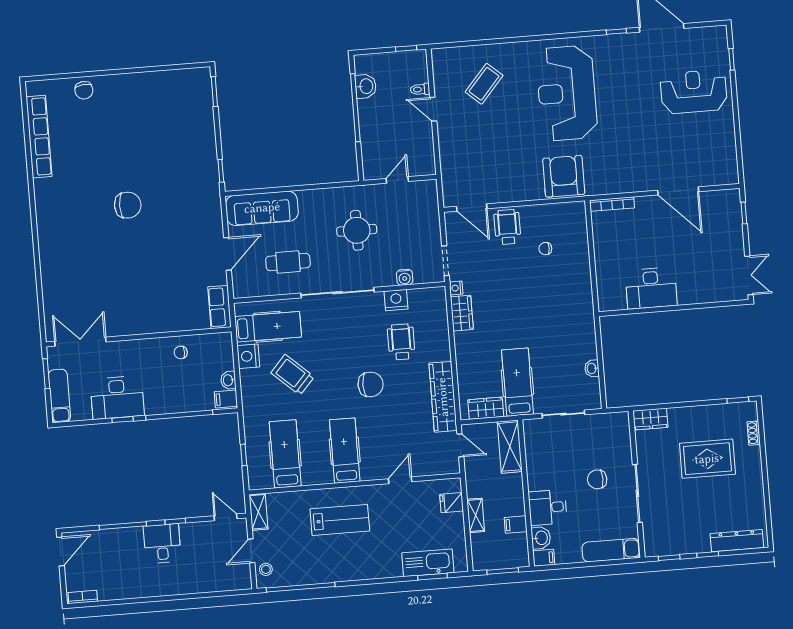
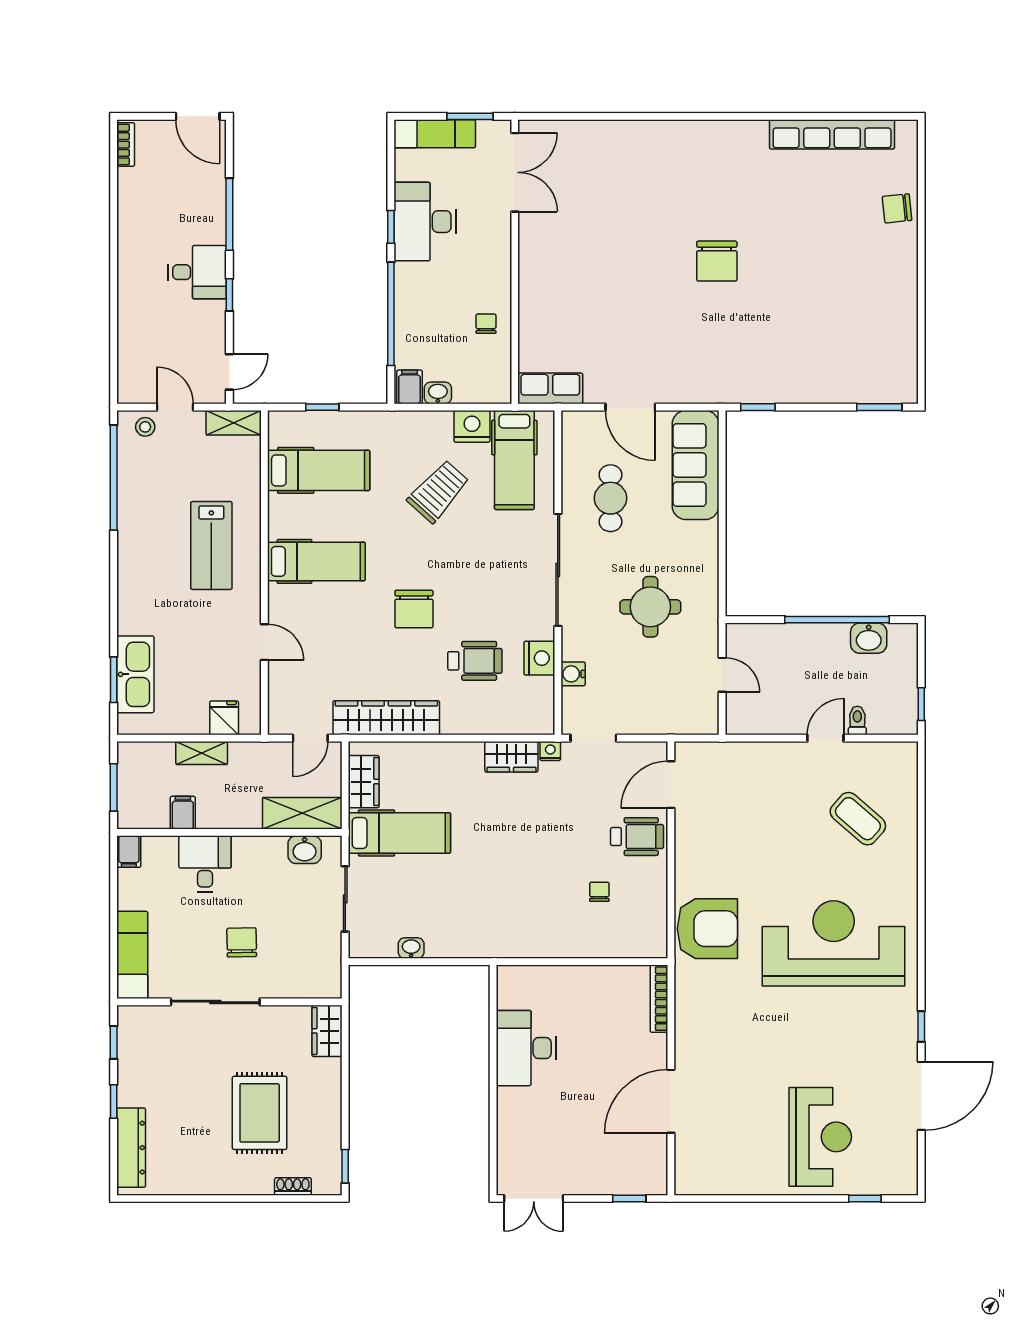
washbasin: (541, 538) -> (305, 850), moved

